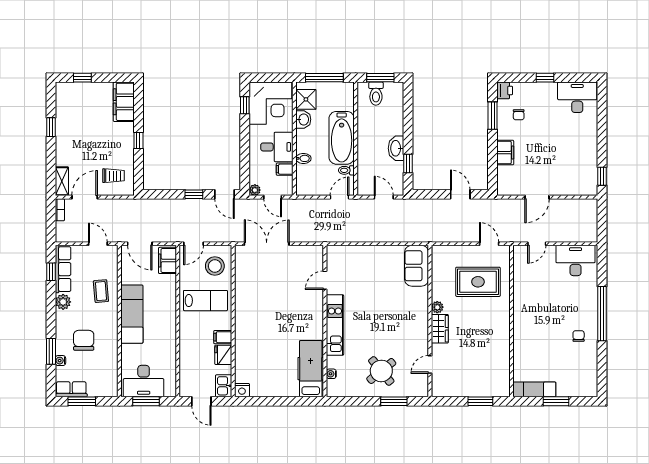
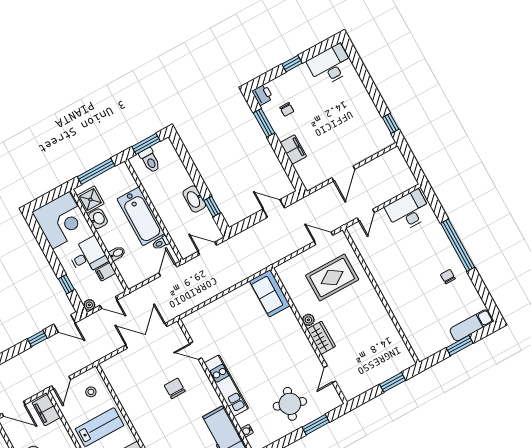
window: (245, 105) -> (66, 284), moved
double door: (267, 244) -> (146, 336), moved
stool: (215, 266) -> (91, 392), width x0.53, depth x0.53
door: (325, 280) -> (196, 351), hinge flipped
chair: (289, 303) -> (175, 388), added
round table: (381, 371) -> (290, 404), turned -33
exam couch: (534, 389) -> (471, 325), moved

